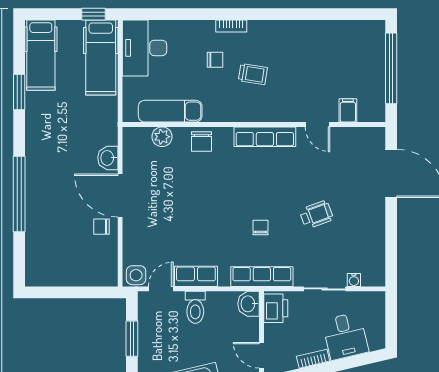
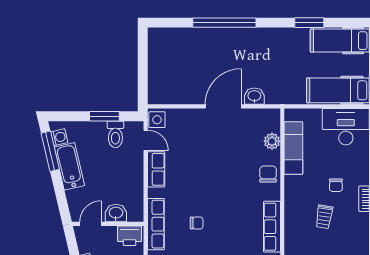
chair: (202, 142) -> (268, 174), turned 90
chair: (102, 227) -> (197, 91), removed
washbasin: (249, 304) -> (116, 213), moved
toilet: (195, 307) -> (115, 134), moved, turned -90

